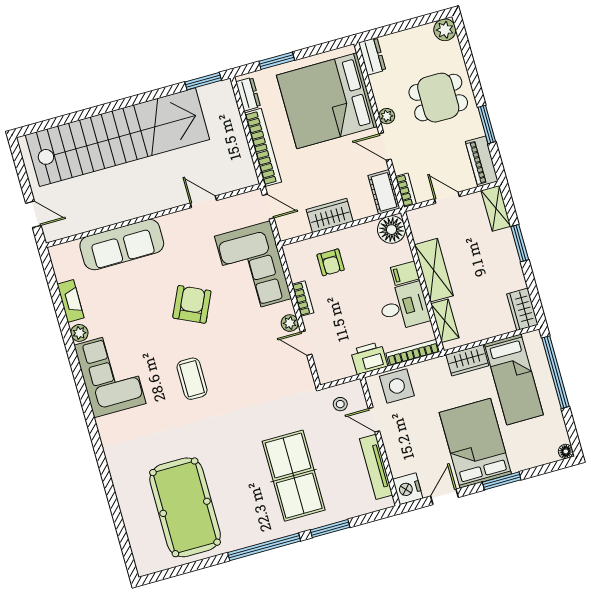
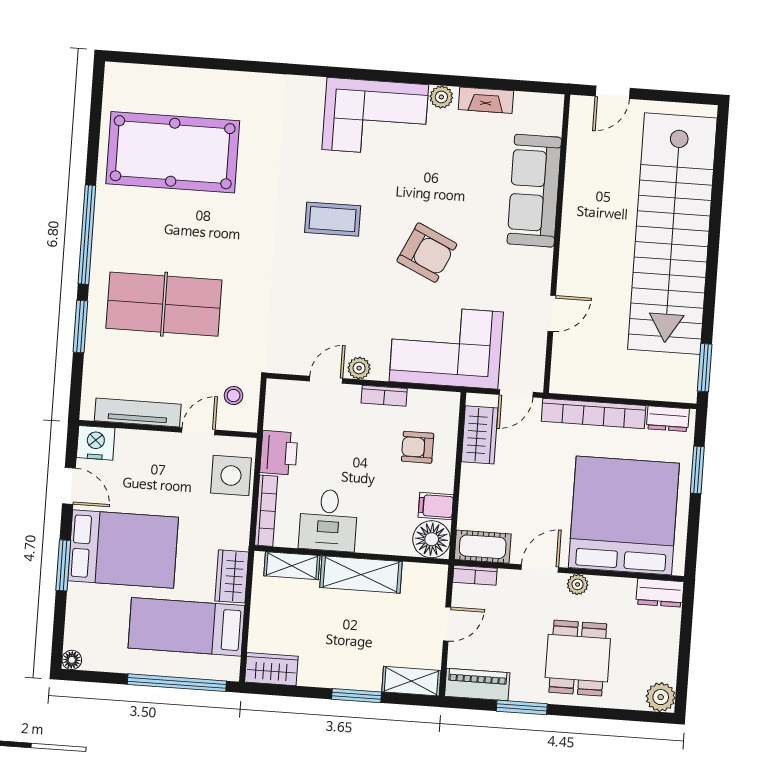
wardrobe: (330, 215) -> (480, 435), moved
filing cabinet: (405, 273) -> (436, 506), moved, turned -90

